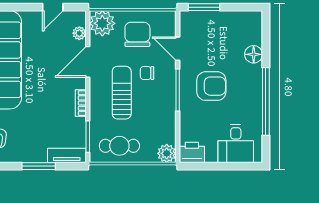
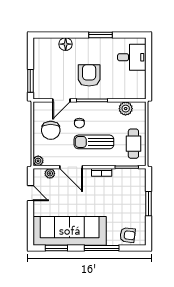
plant: (102, 23) -> (38, 161), width x0.53, depth x0.53
chair: (137, 34) -> (51, 130), turned -90
window: (266, 101) -> (101, 35), width x0.47
printer: (192, 152) -> (138, 90), removed
plant: (167, 153) -> (126, 109), moved
tv unit: (67, 155) -> (141, 183), removed

